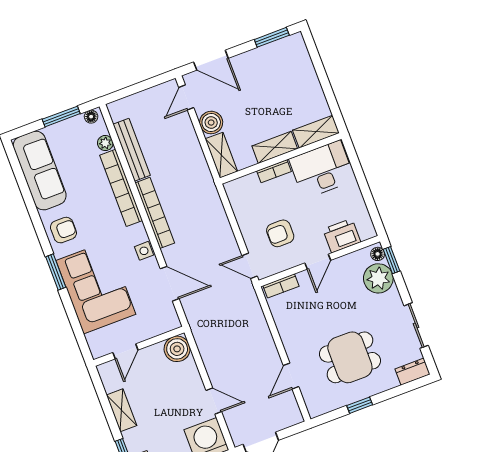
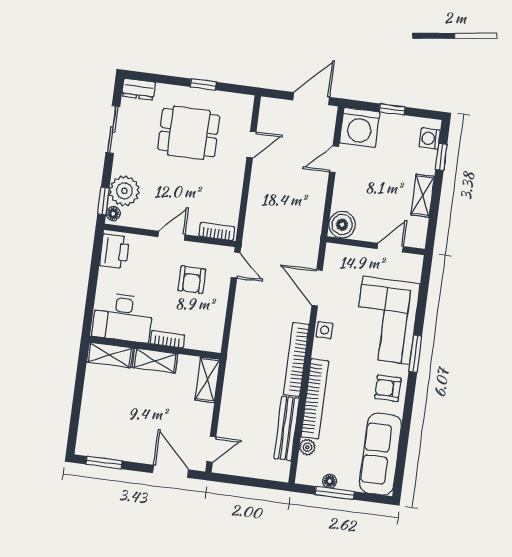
floor lamp: (91, 117) -> (330, 481), moved
boiler: (211, 123) -> (201, 414), removed
armchair: (280, 233) -> (192, 280), turned 90
printer: (342, 236) -> (114, 251), moved, turned -90
door: (214, 401) -> (334, 159), hinge flipped

